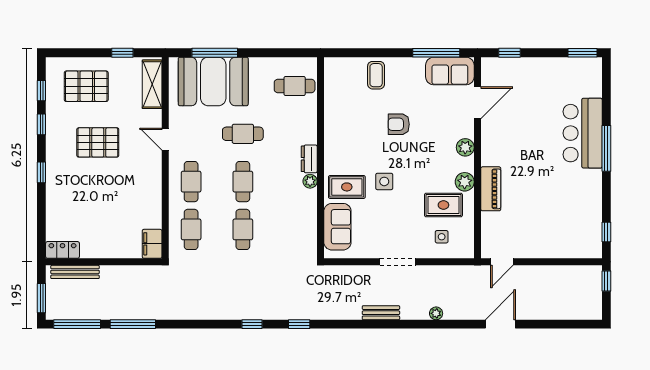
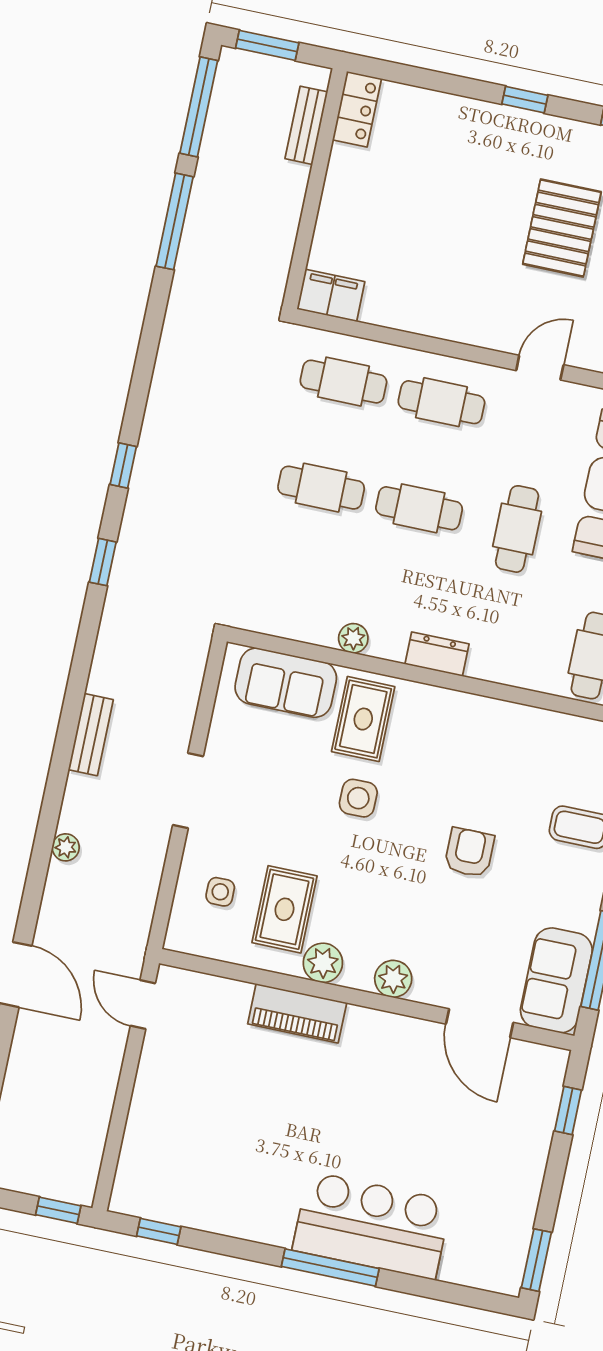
plant: (310, 181) -> (353, 638), moved
bench: (75, 272) -> (306, 125), width x0.73

